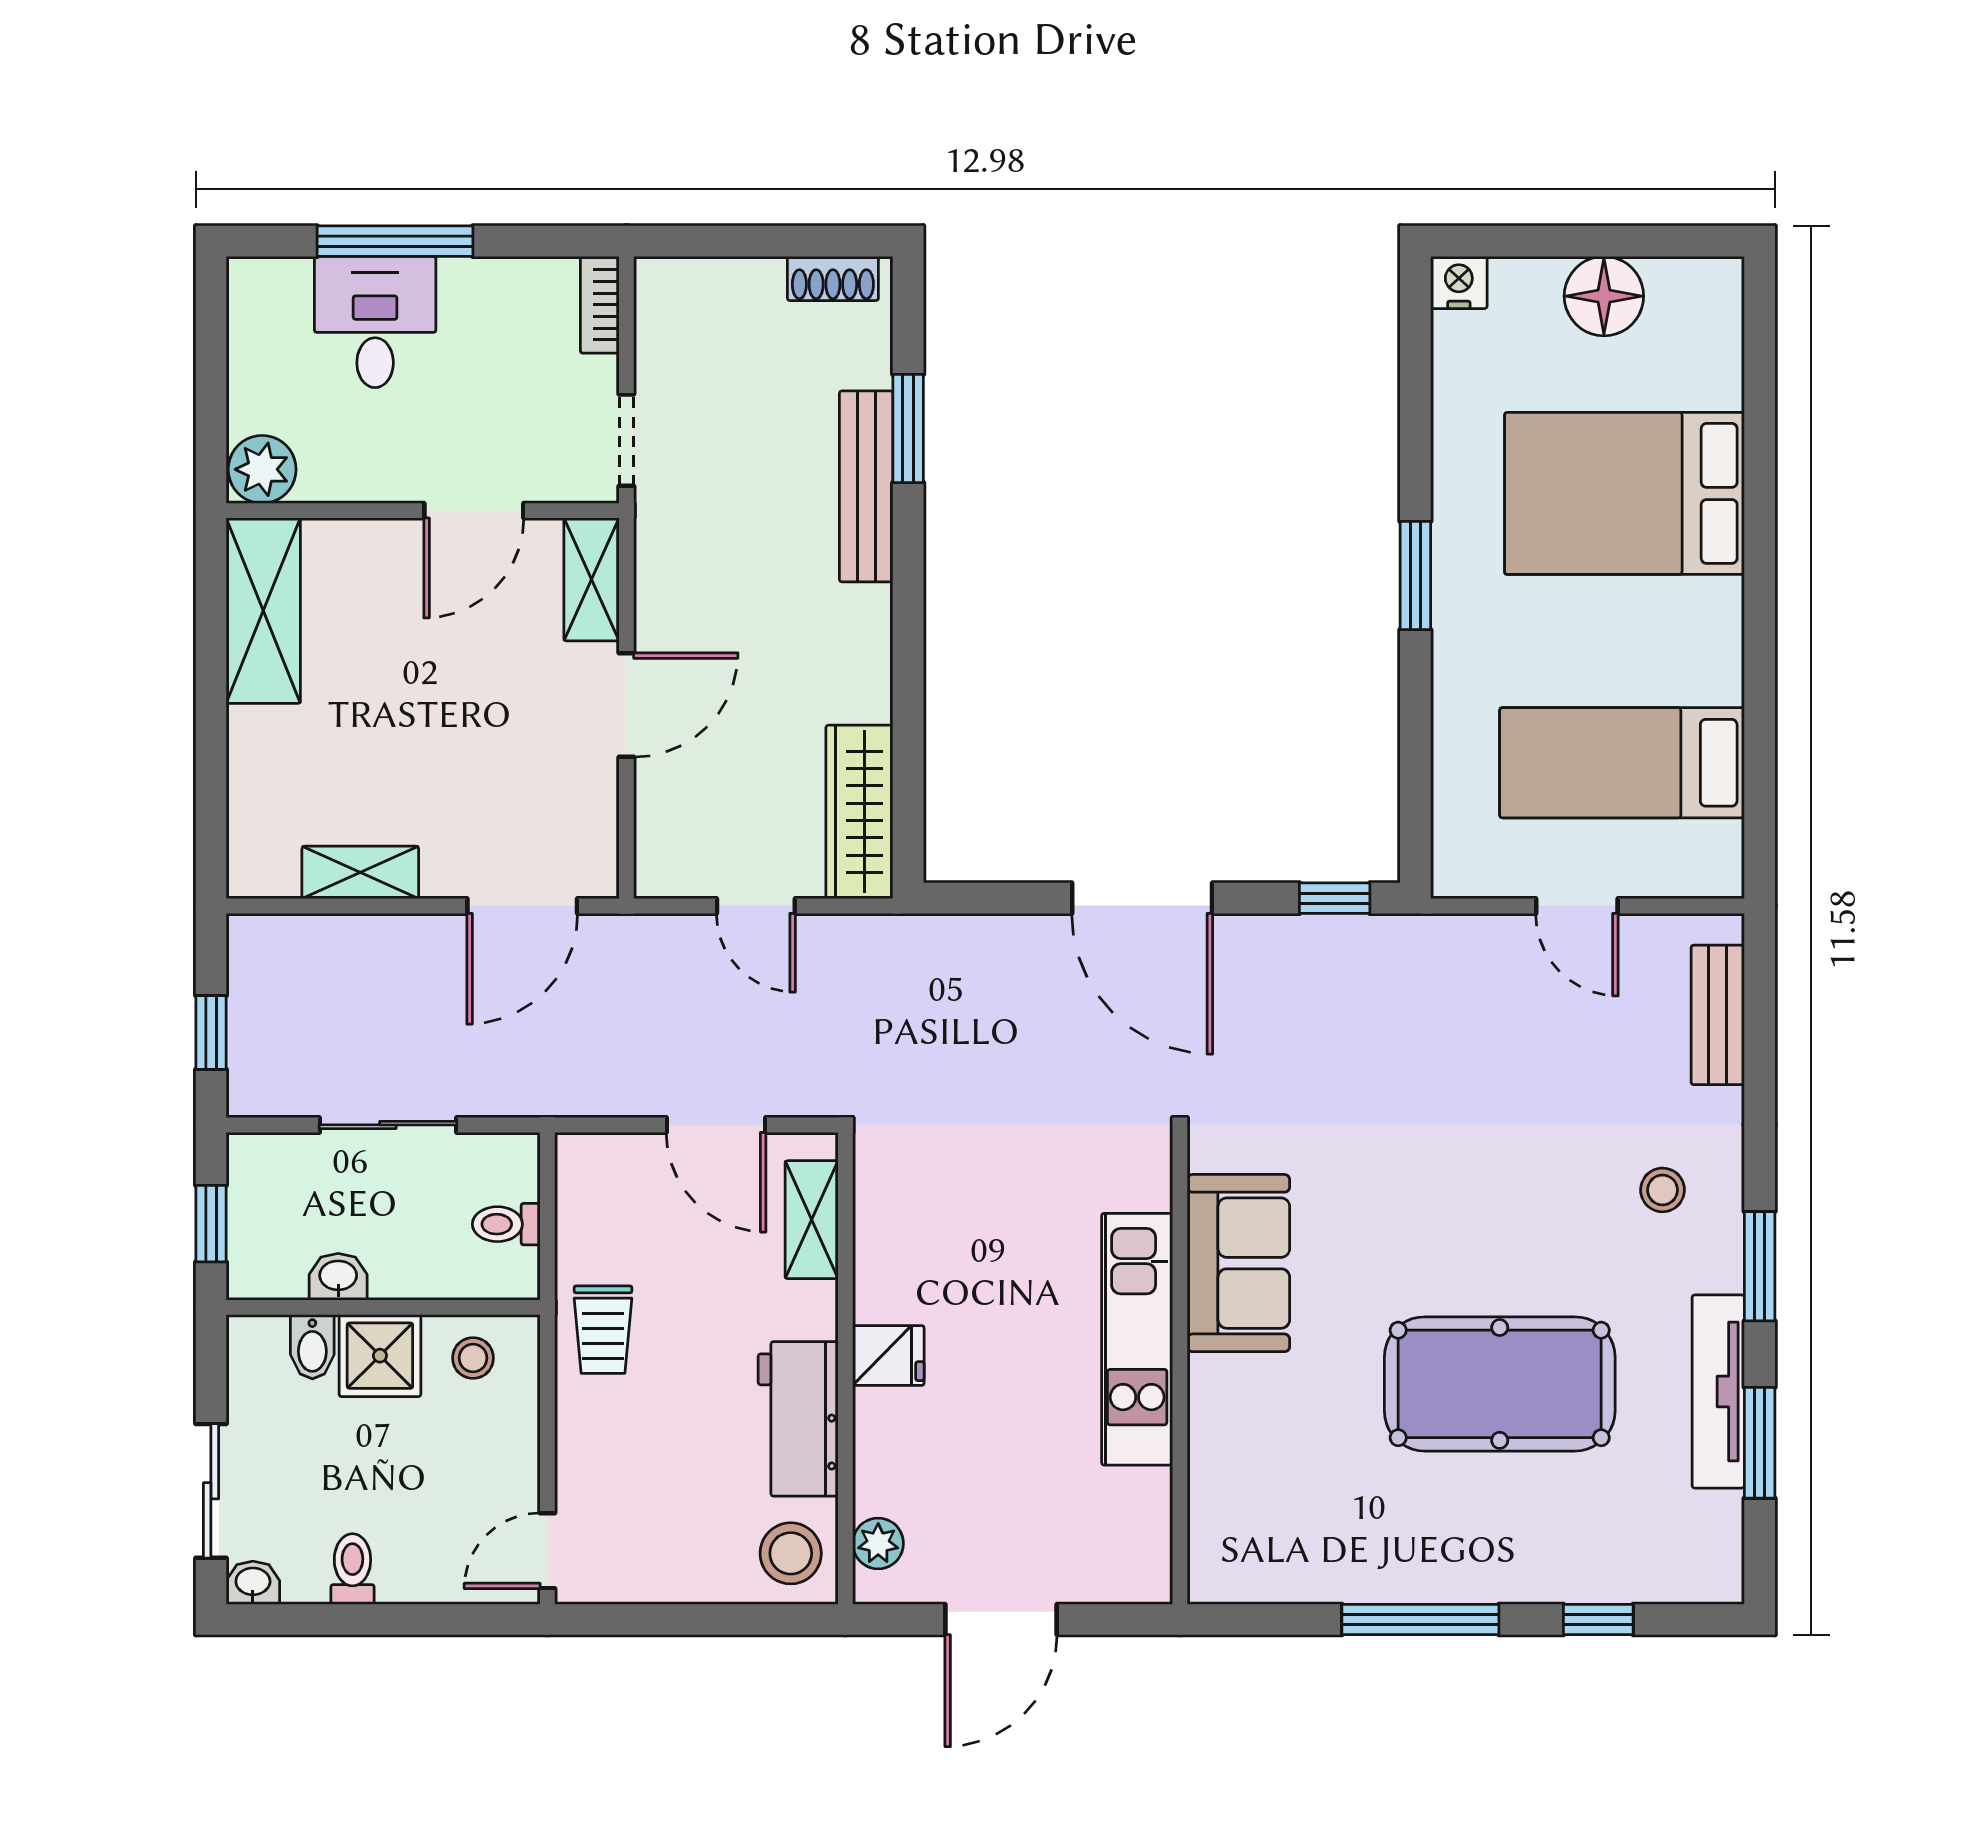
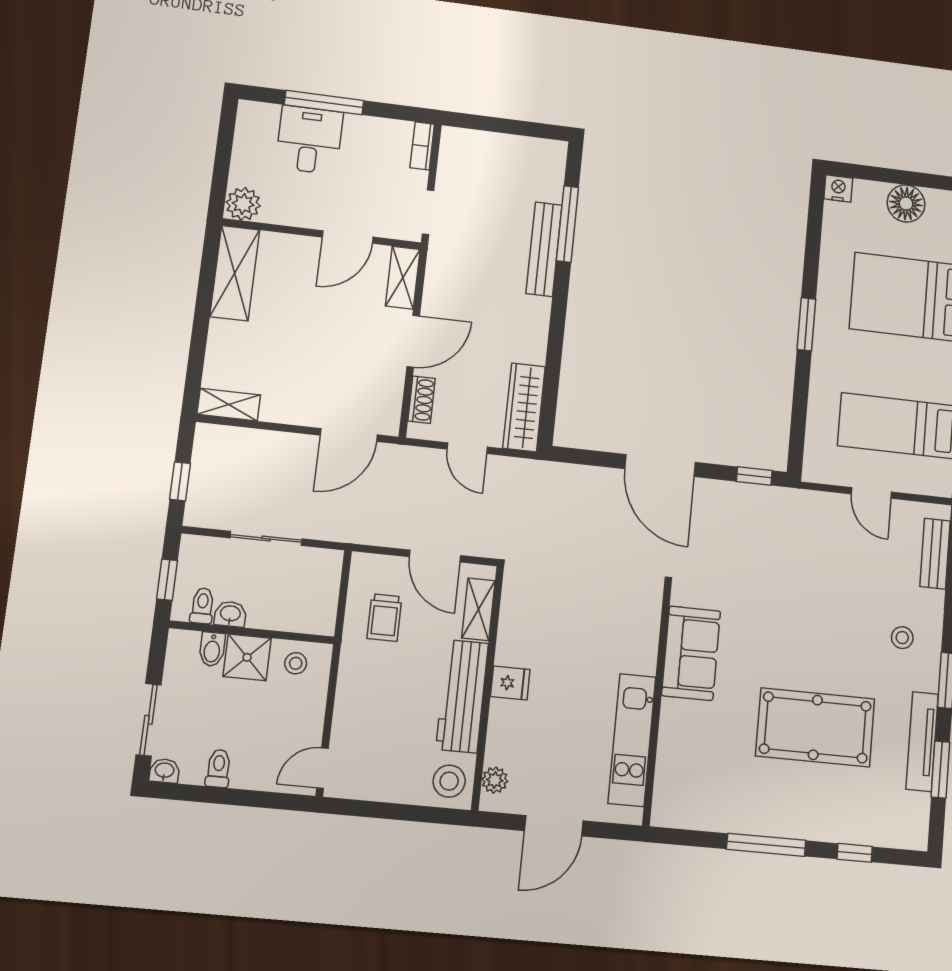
shoe rack: (833, 278) -> (422, 400), moved, turned -90
window: (908, 428) -> (567, 224), width x1.44
shelving: (360, 872) -> (229, 405), moved
toilet: (506, 1224) -> (202, 606), moved, turned 90
trolley: (603, 1330) -> (385, 618), moved
kitchen unit: (1137, 1339) -> (632, 740), moved
workbench: (798, 1419) -> (462, 696), width x1.38

